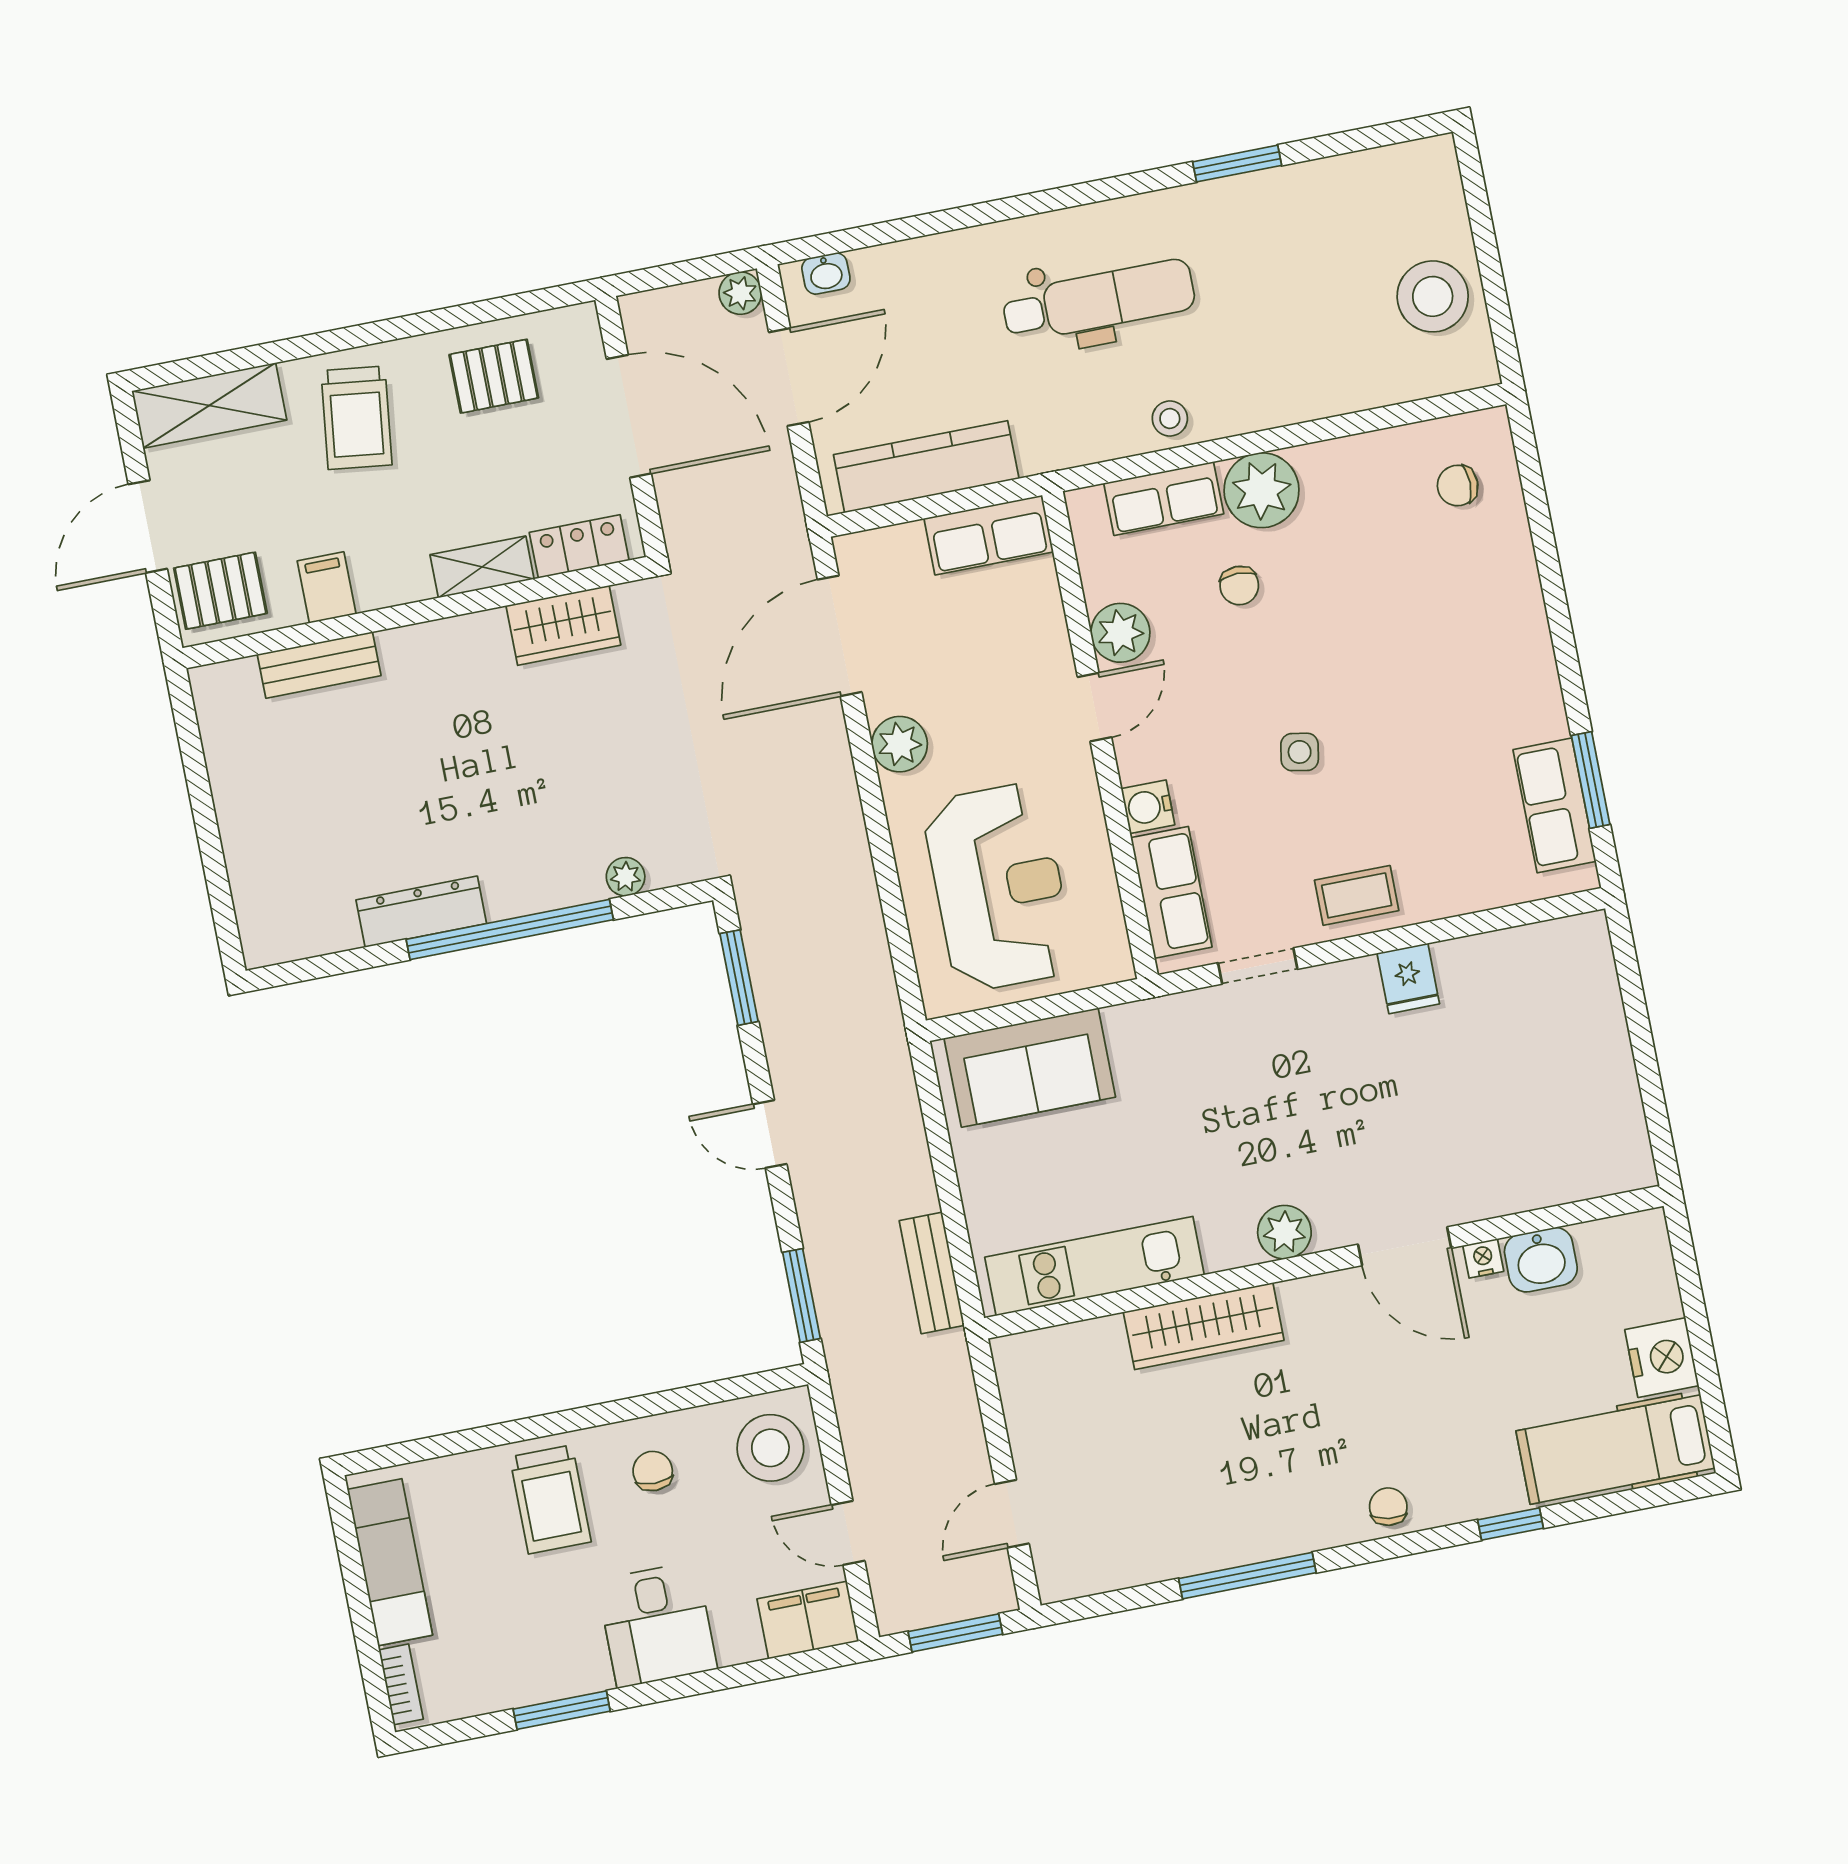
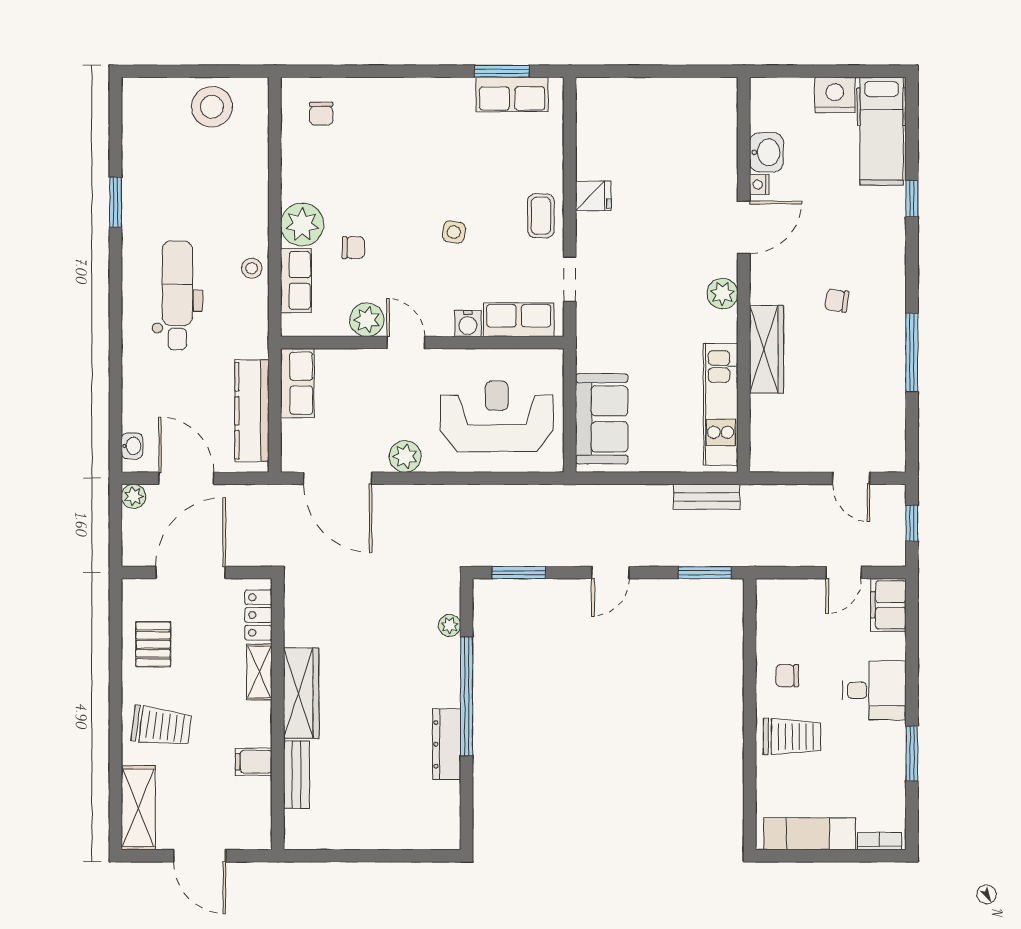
pallet: (220, 591) -> (244, 822), removed
wardrobe: (563, 625) -> (301, 693), moved, width x1.50
stool: (770, 1448) -> (787, 607), removed
chair: (1388, 1507) -> (837, 301), moved
window: (955, 1633) -> (912, 523), width x0.67

